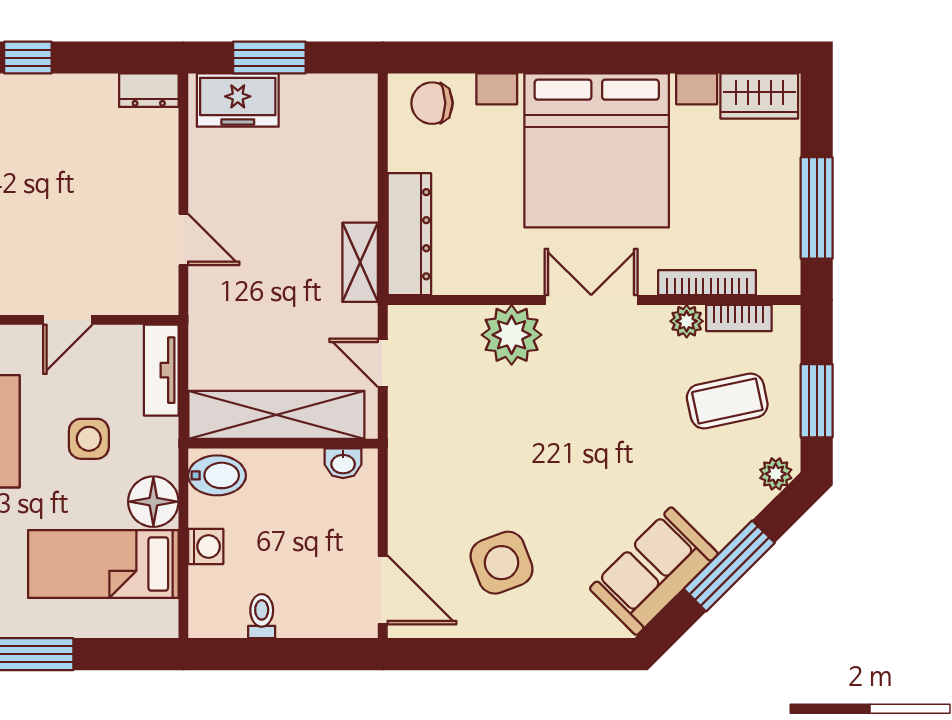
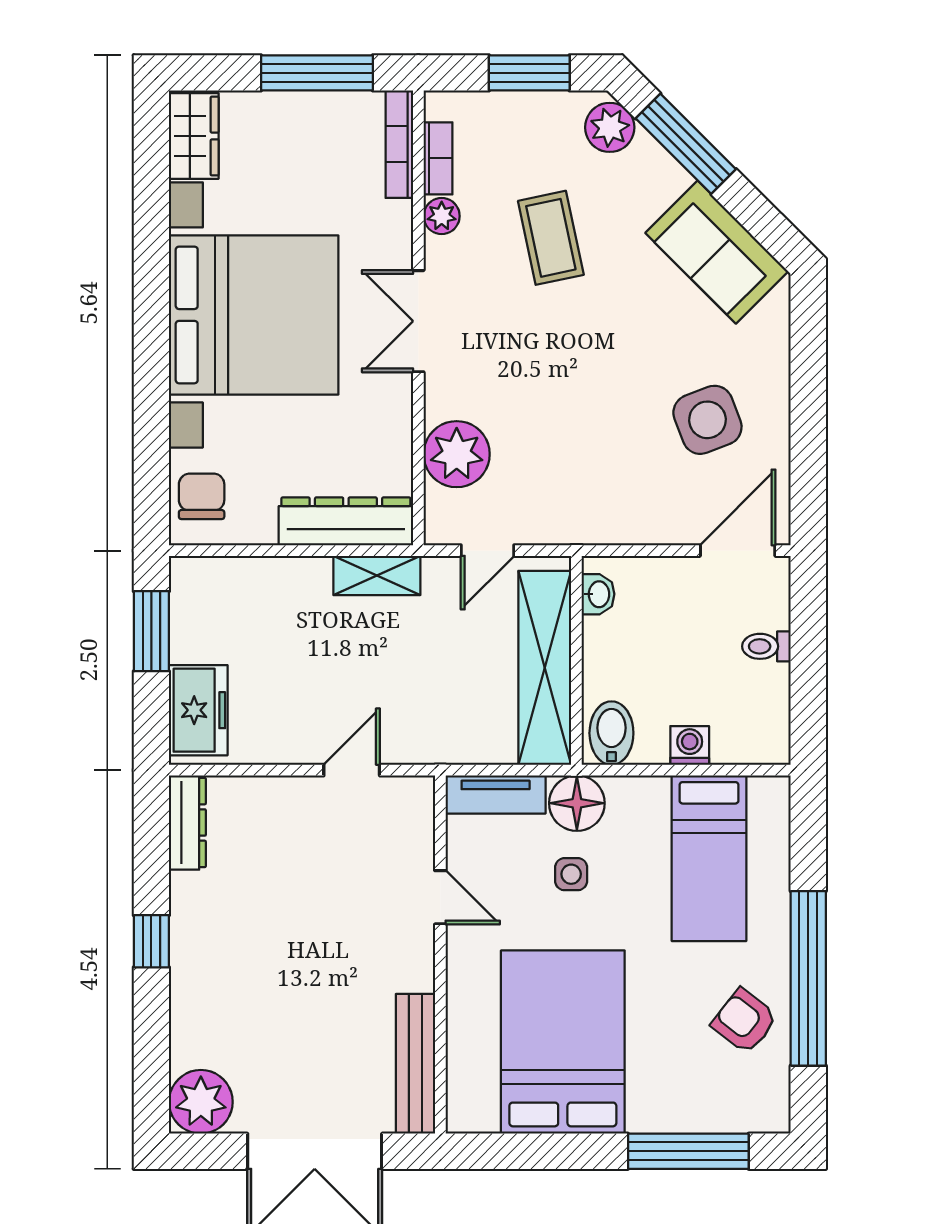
window: (269, 58) -> (151, 631), moved
dresser: (149, 90) -> (187, 823), width x1.44
chair: (432, 103) -> (202, 496), turned 180
bookcase: (707, 283) -> (399, 144), moved
plant: (512, 335) -> (457, 454), moved
coffee table: (727, 401) -> (551, 238), moved
side table: (89, 439) -> (571, 874), width x0.73, depth x0.73
plant: (776, 474) -> (610, 127), width x1.38, depth x1.38
floor lamp: (153, 502) -> (577, 803), moved
window: (729, 566) -> (686, 144), moved
toilet: (262, 616) -> (766, 646), moved

